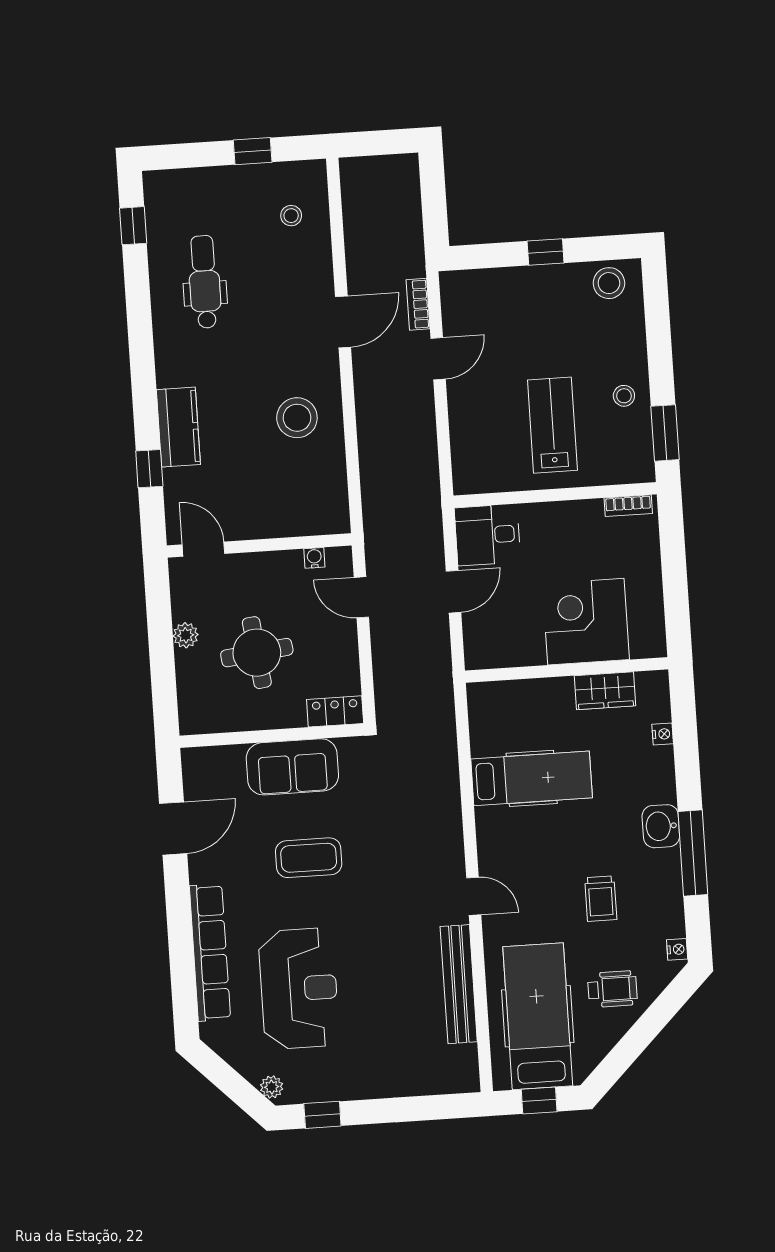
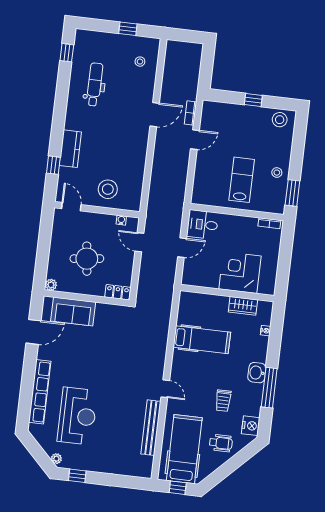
stool: (297, 418) -> (108, 189), moved
plant: (186, 635) -> (51, 285), moved
sofa: (292, 767) -> (73, 312), moved
coffee table: (309, 858) -> (93, 357), removed
nightstand: (677, 949) -> (251, 426), width x1.89, depth x1.79

